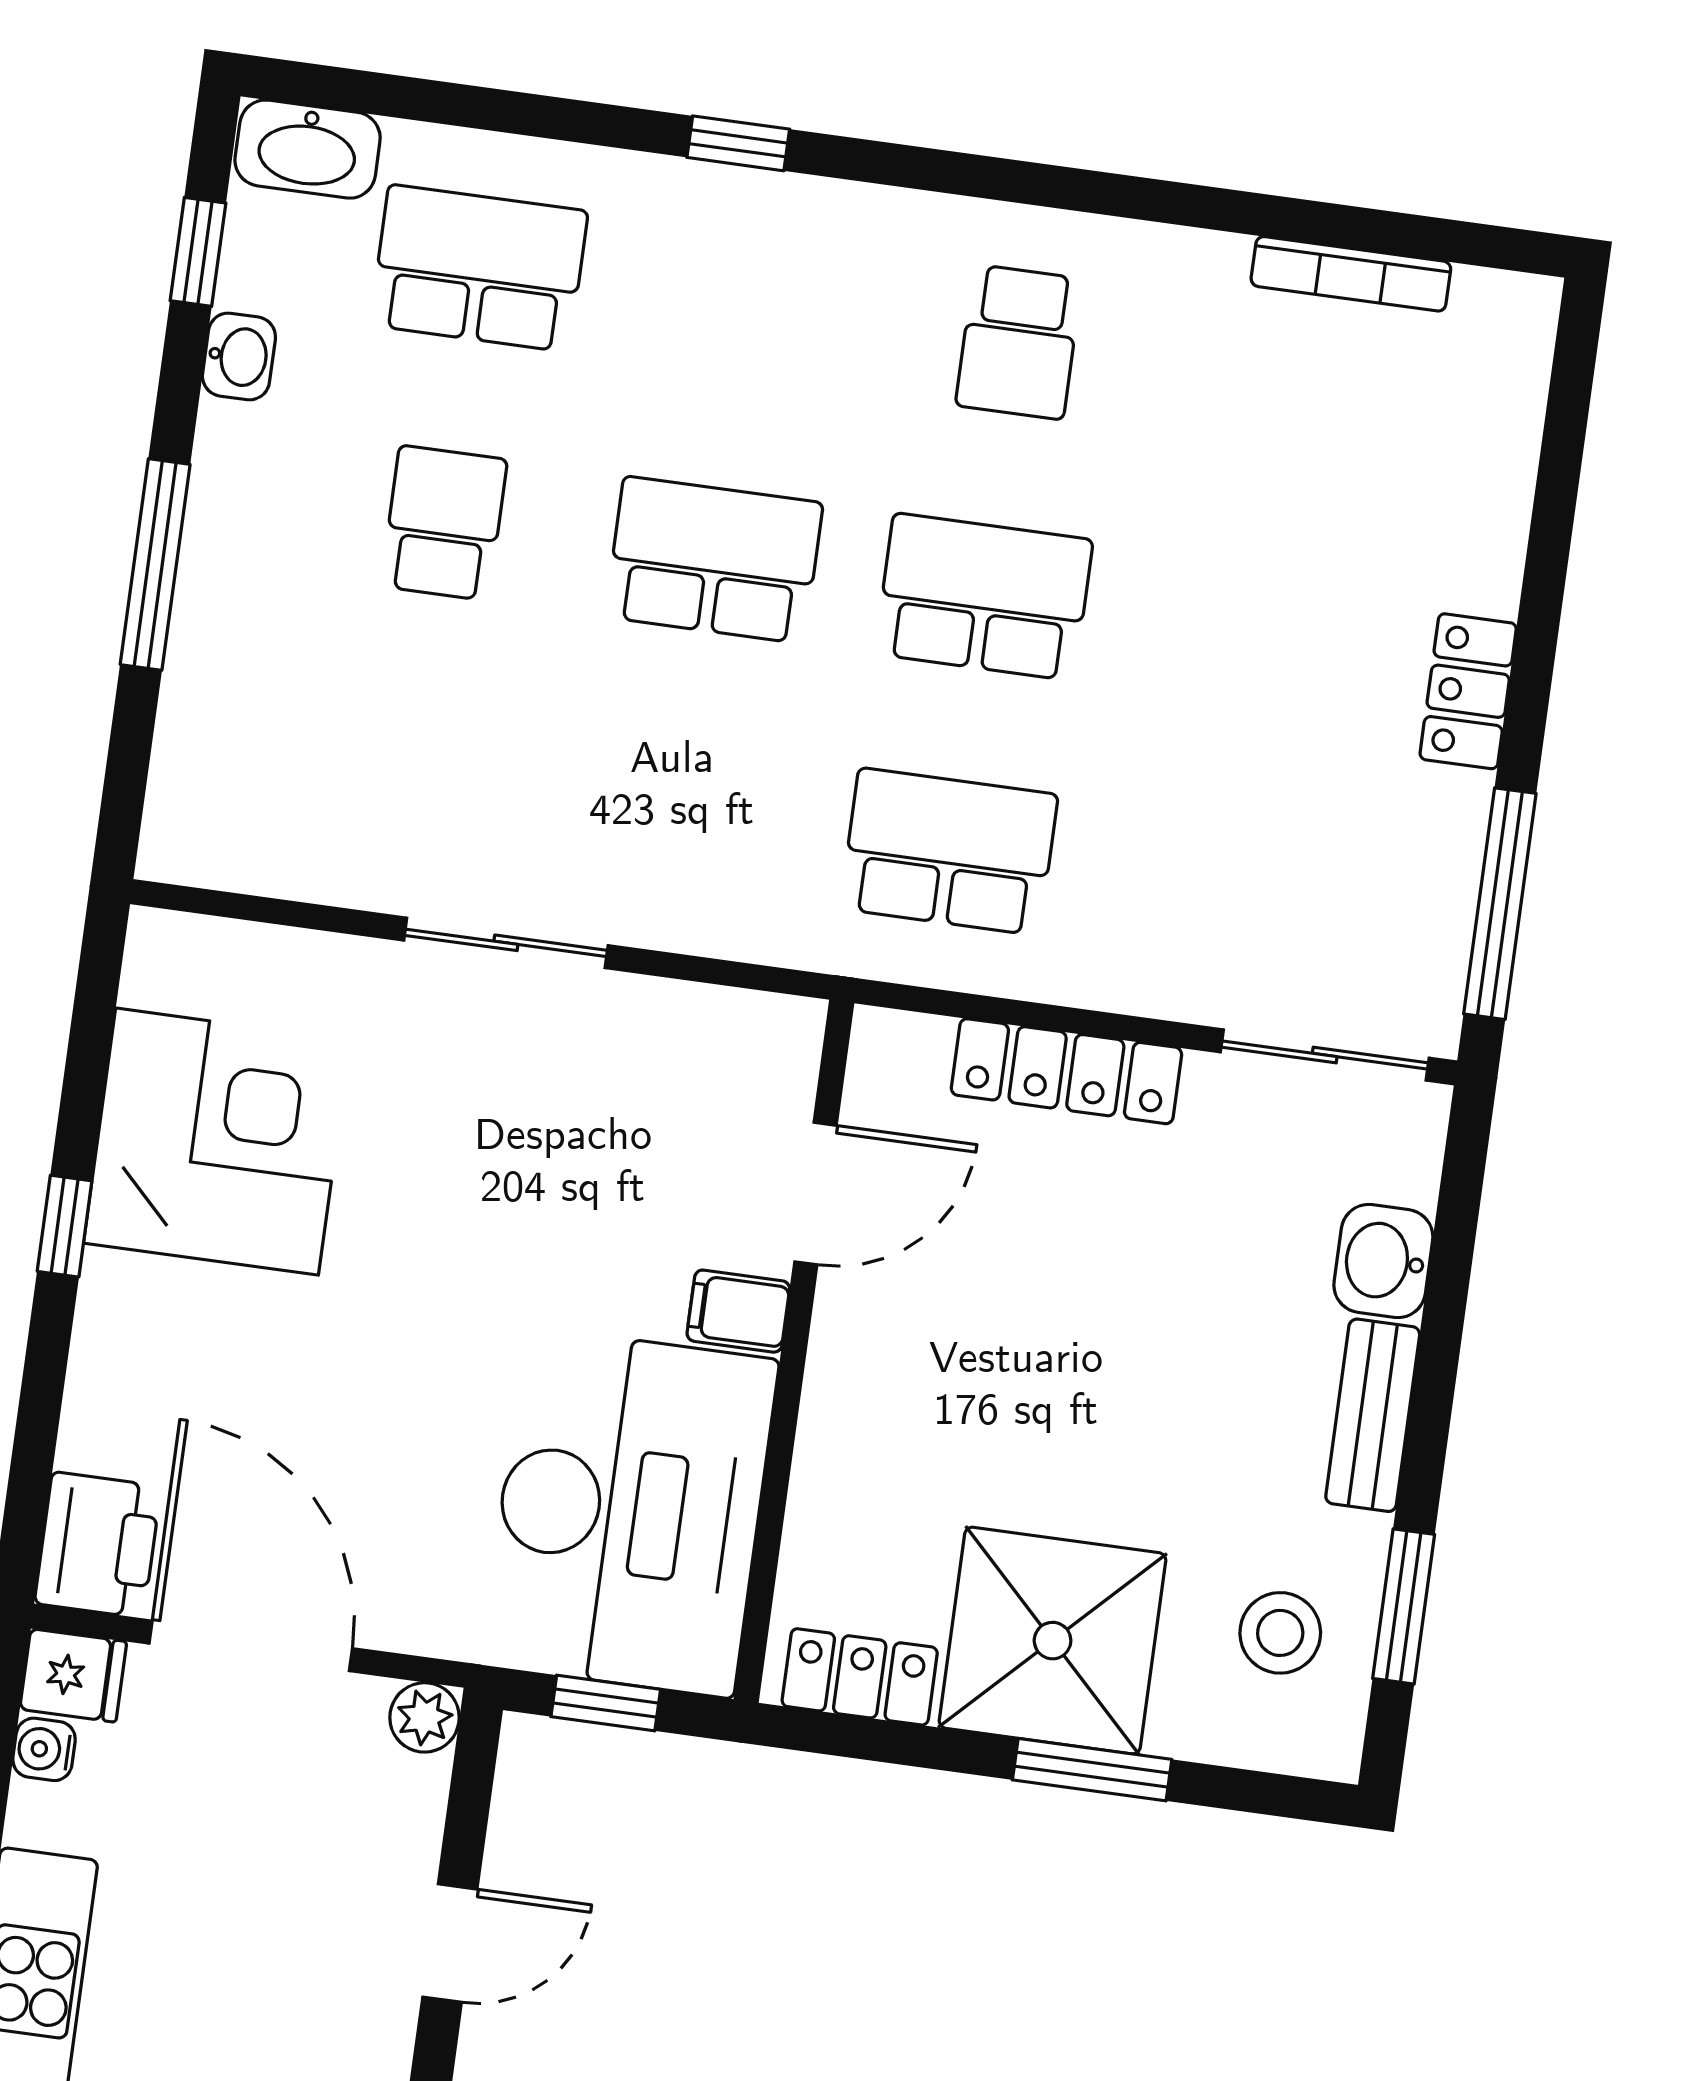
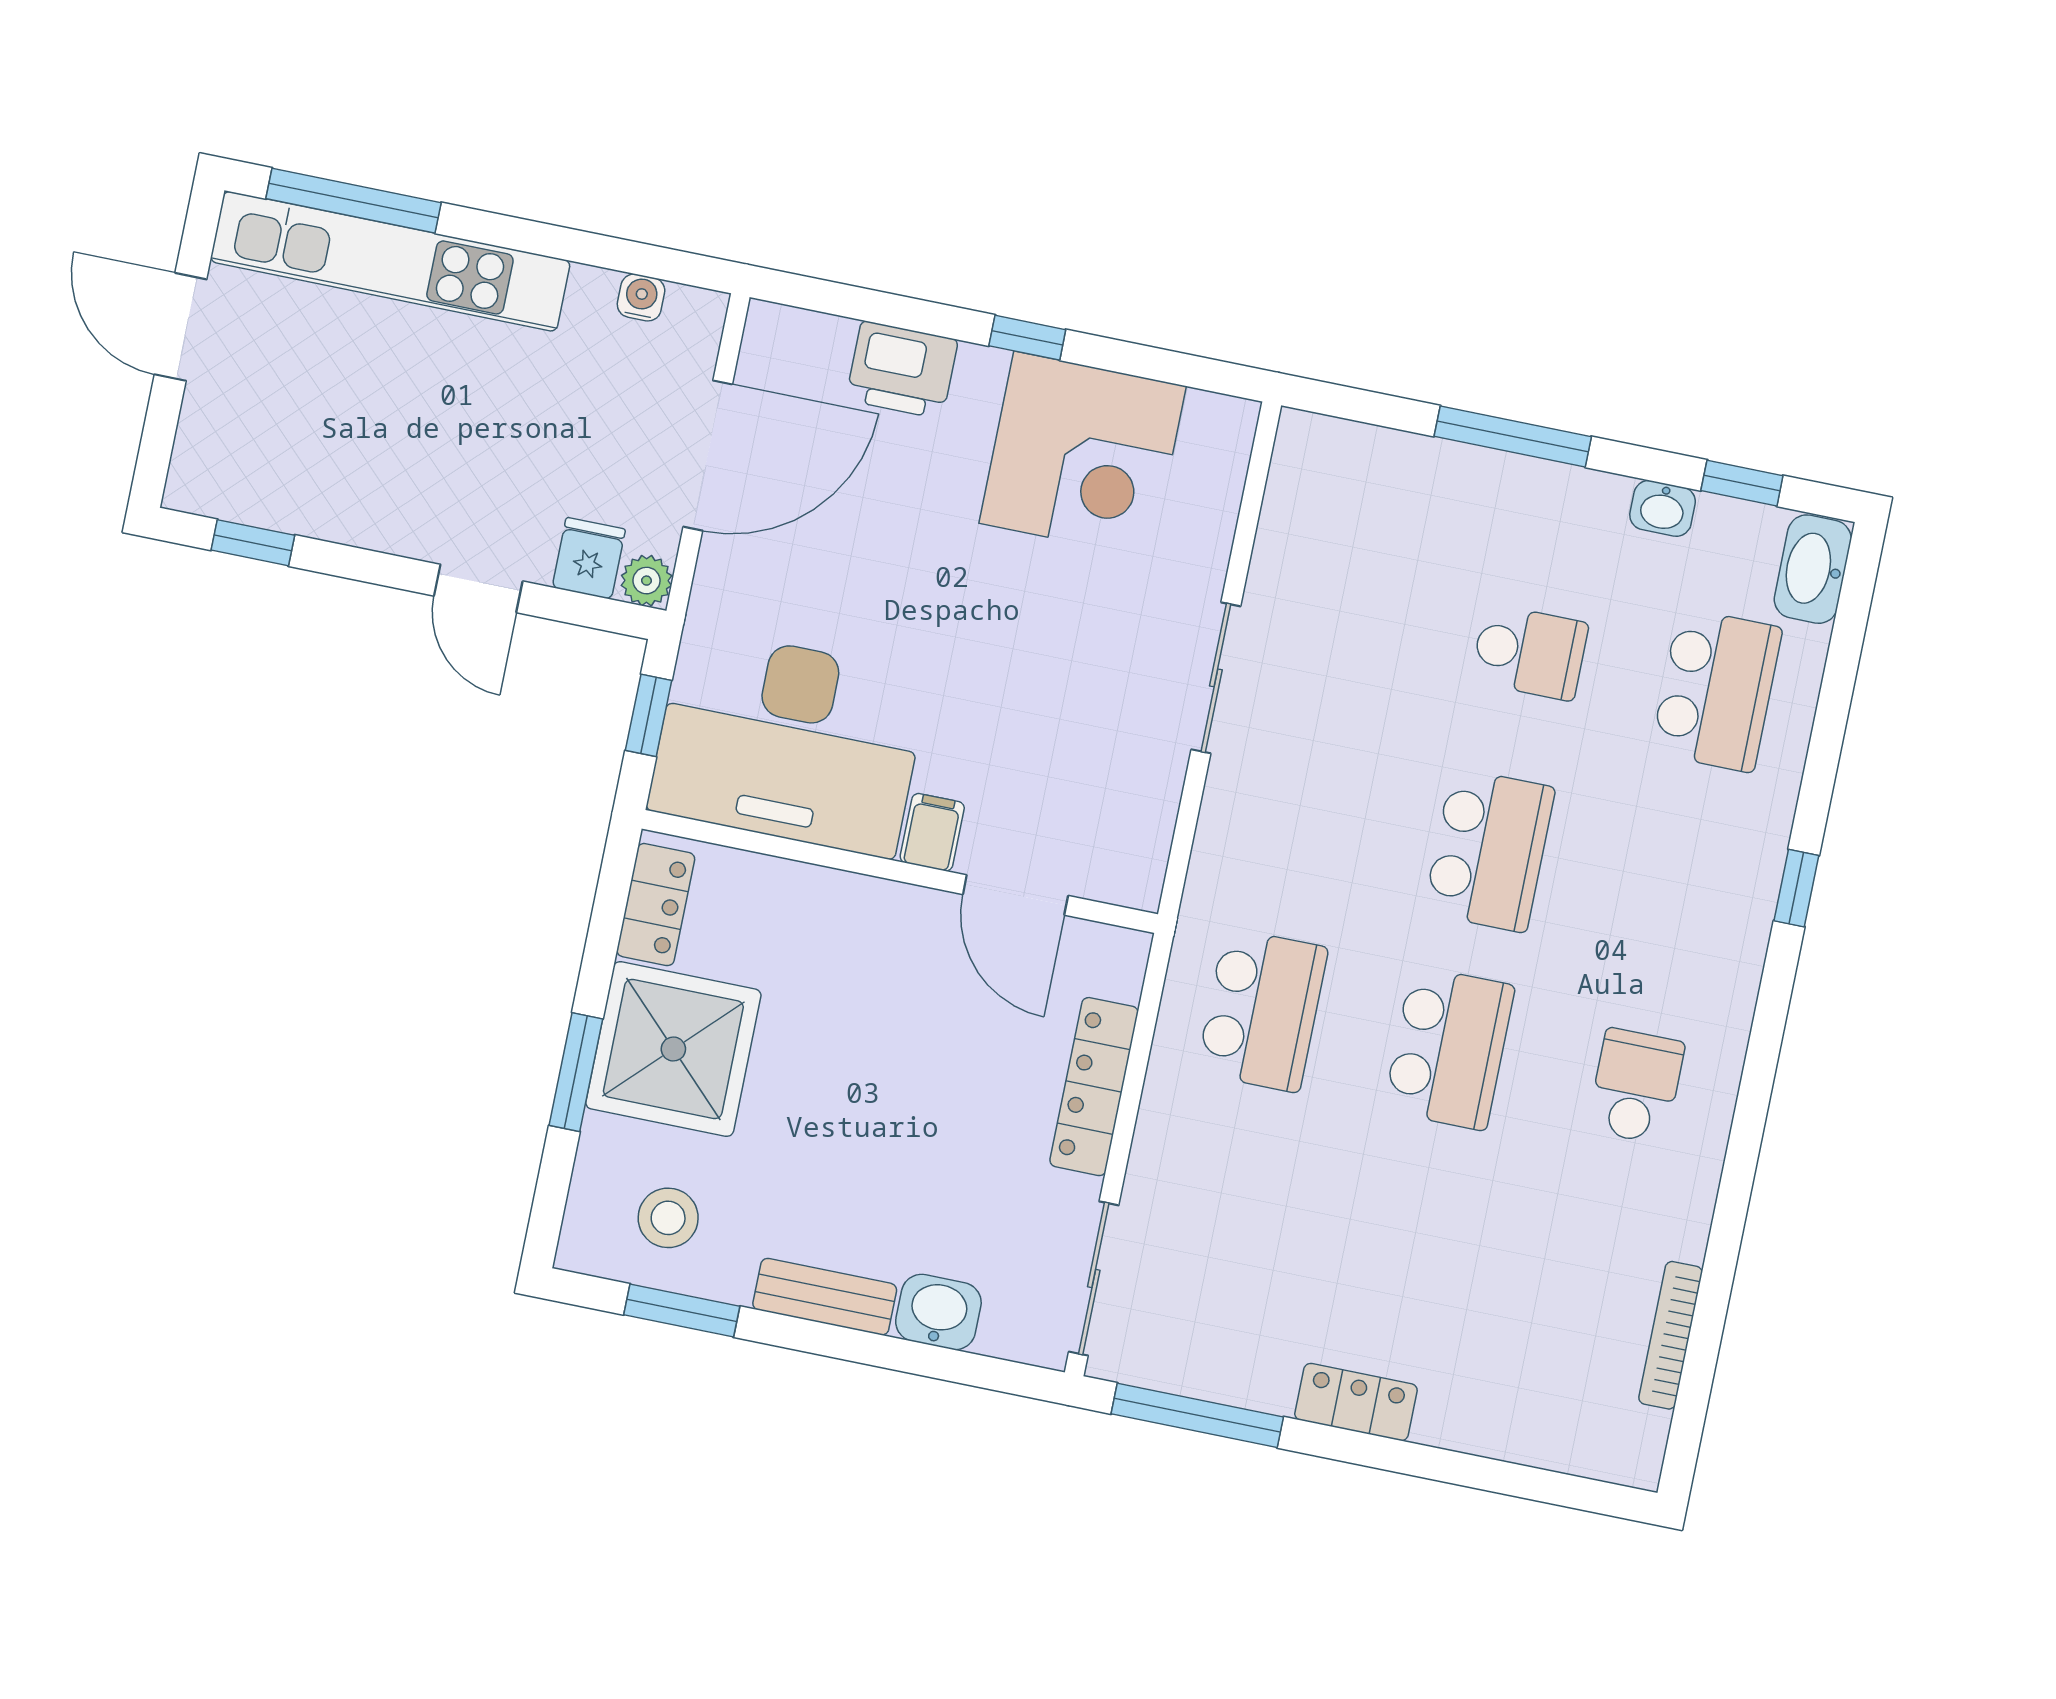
school desk: (1019, 342) -> (1636, 1086), turned 90
printer: (98, 1545) -> (902, 370), moved
fridge: (73, 1675) -> (589, 558), moved, turned 180

